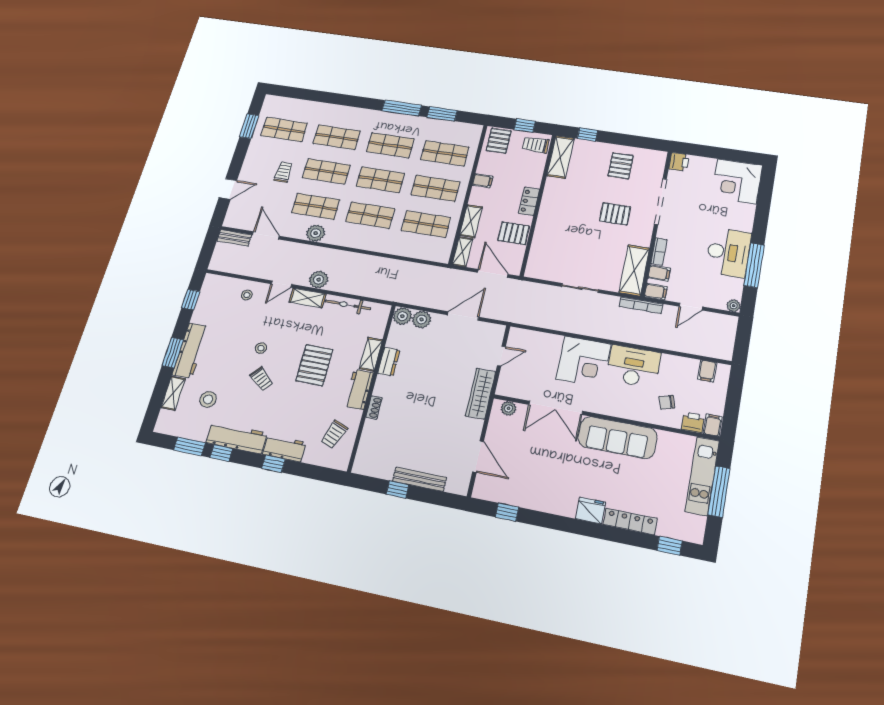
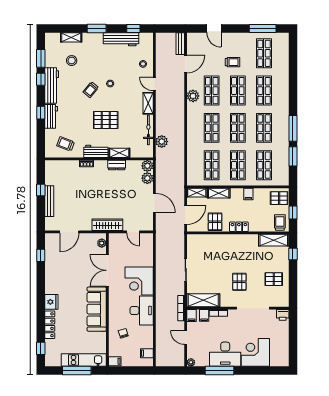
window: (249, 126) -> (263, 29), width x1.44
corner desk: (737, 181) -> (255, 352), moved
plant: (319, 280) -> (162, 142), moved
workbench: (190, 350) -> (121, 39), moved
printer: (693, 423) -> (114, 350), removed

